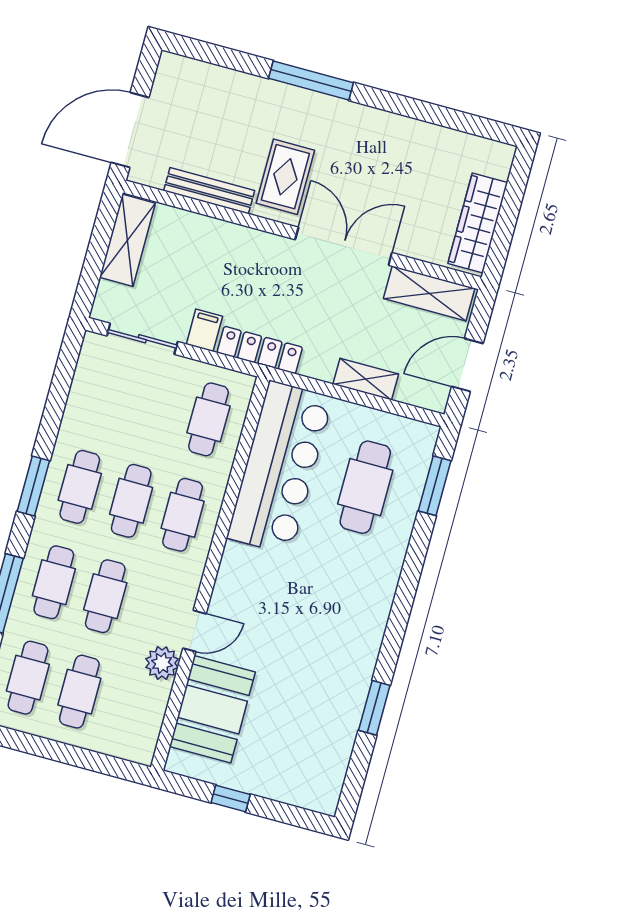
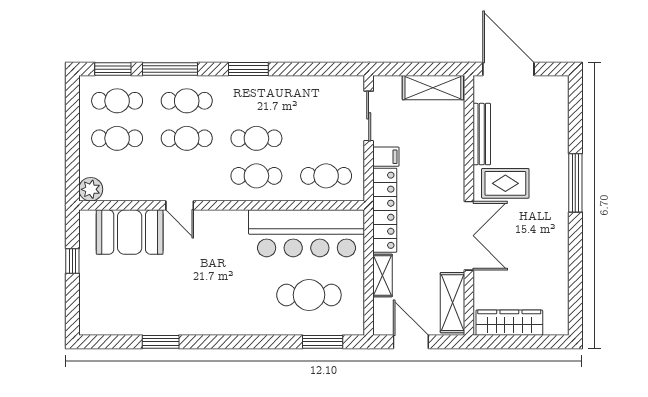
locker: (260, 350) -> (385, 210), width x1.41, depth x1.21
cafe table: (80, 487) -> (256, 101), removed
plant: (162, 663) -> (91, 189), moved

